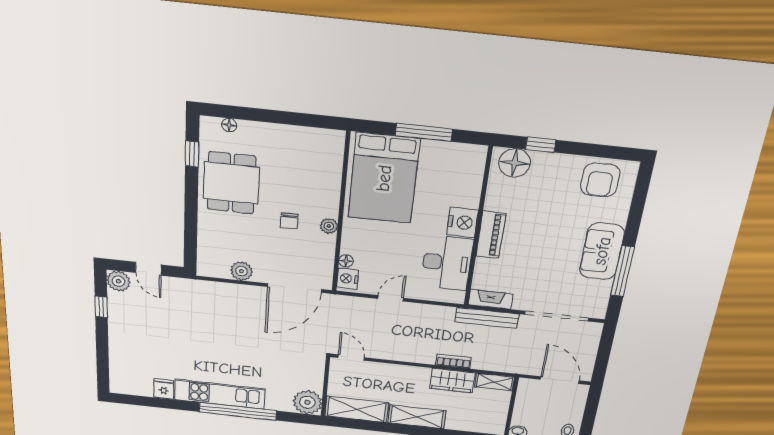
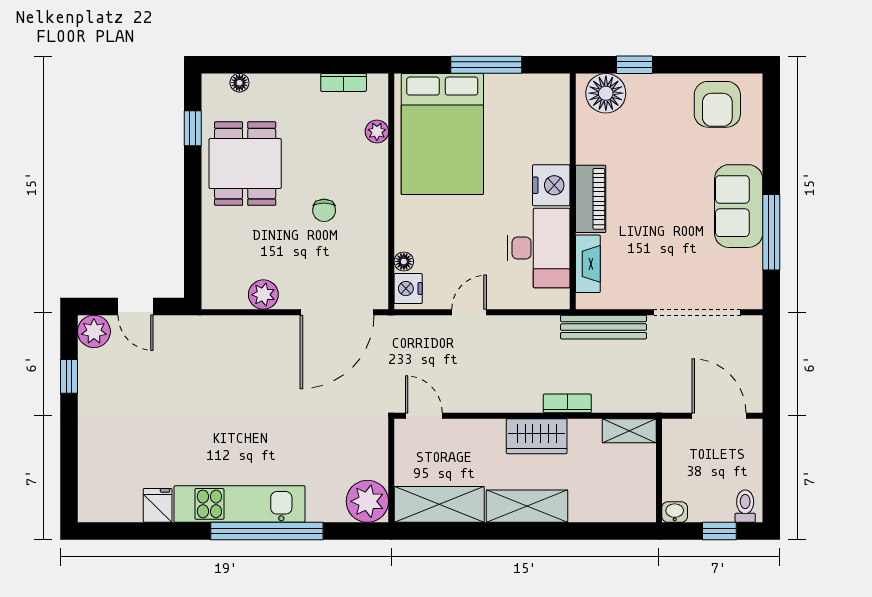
bookcase: (310, 133) -> (344, 82), added
plant: (329, 226) -> (377, 132), moved
fireplace: (491, 299) -> (588, 264), moved, turned 90
wardrobe: (452, 381) -> (537, 436), moved

